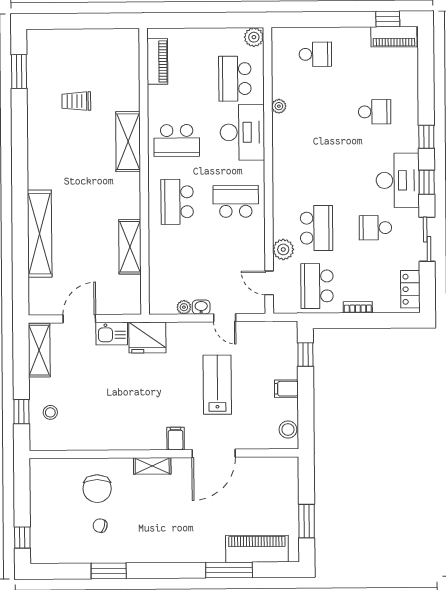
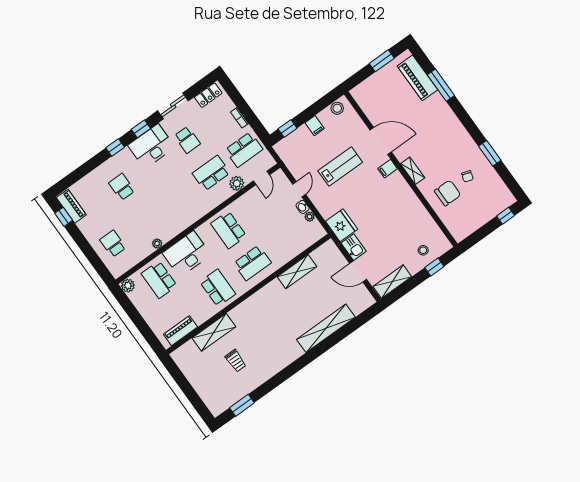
school desk: (235, 79) -> (159, 280), turned 90
shelving: (128, 142) -> (214, 332), moved
lab bench: (217, 385) -> (340, 167), turned 180

